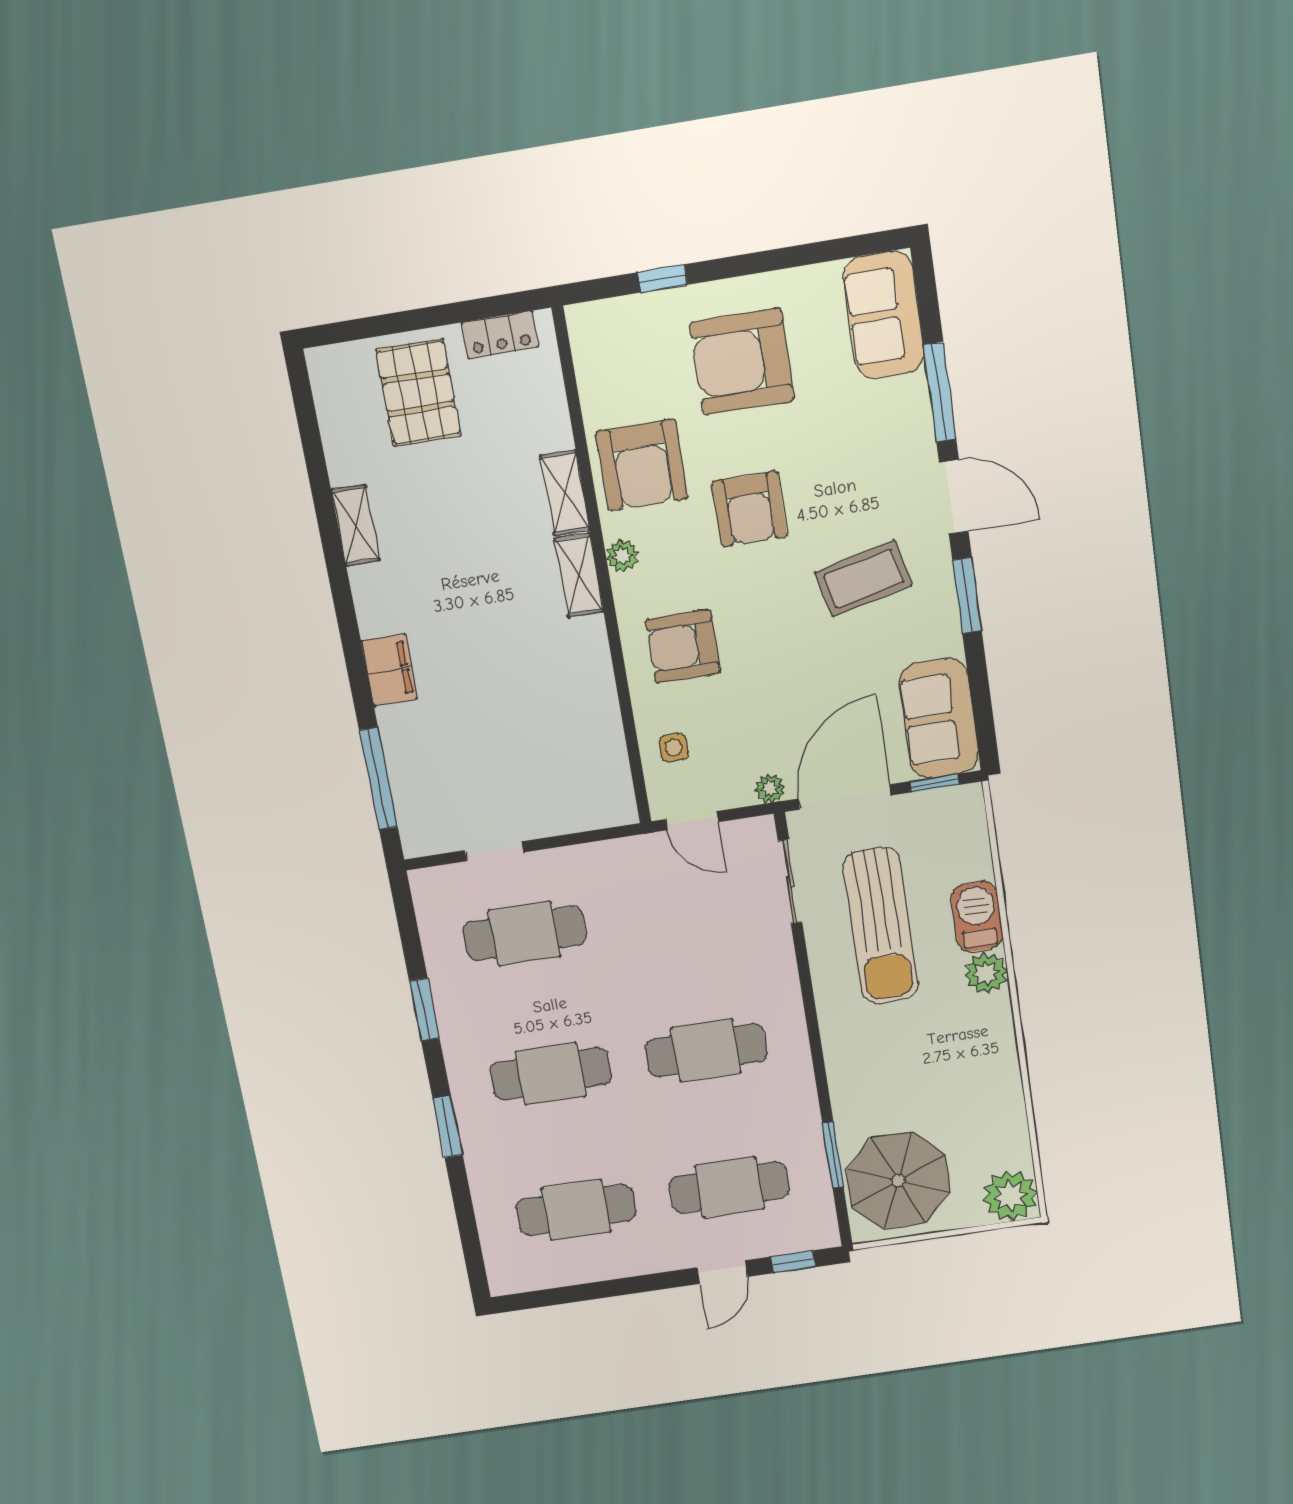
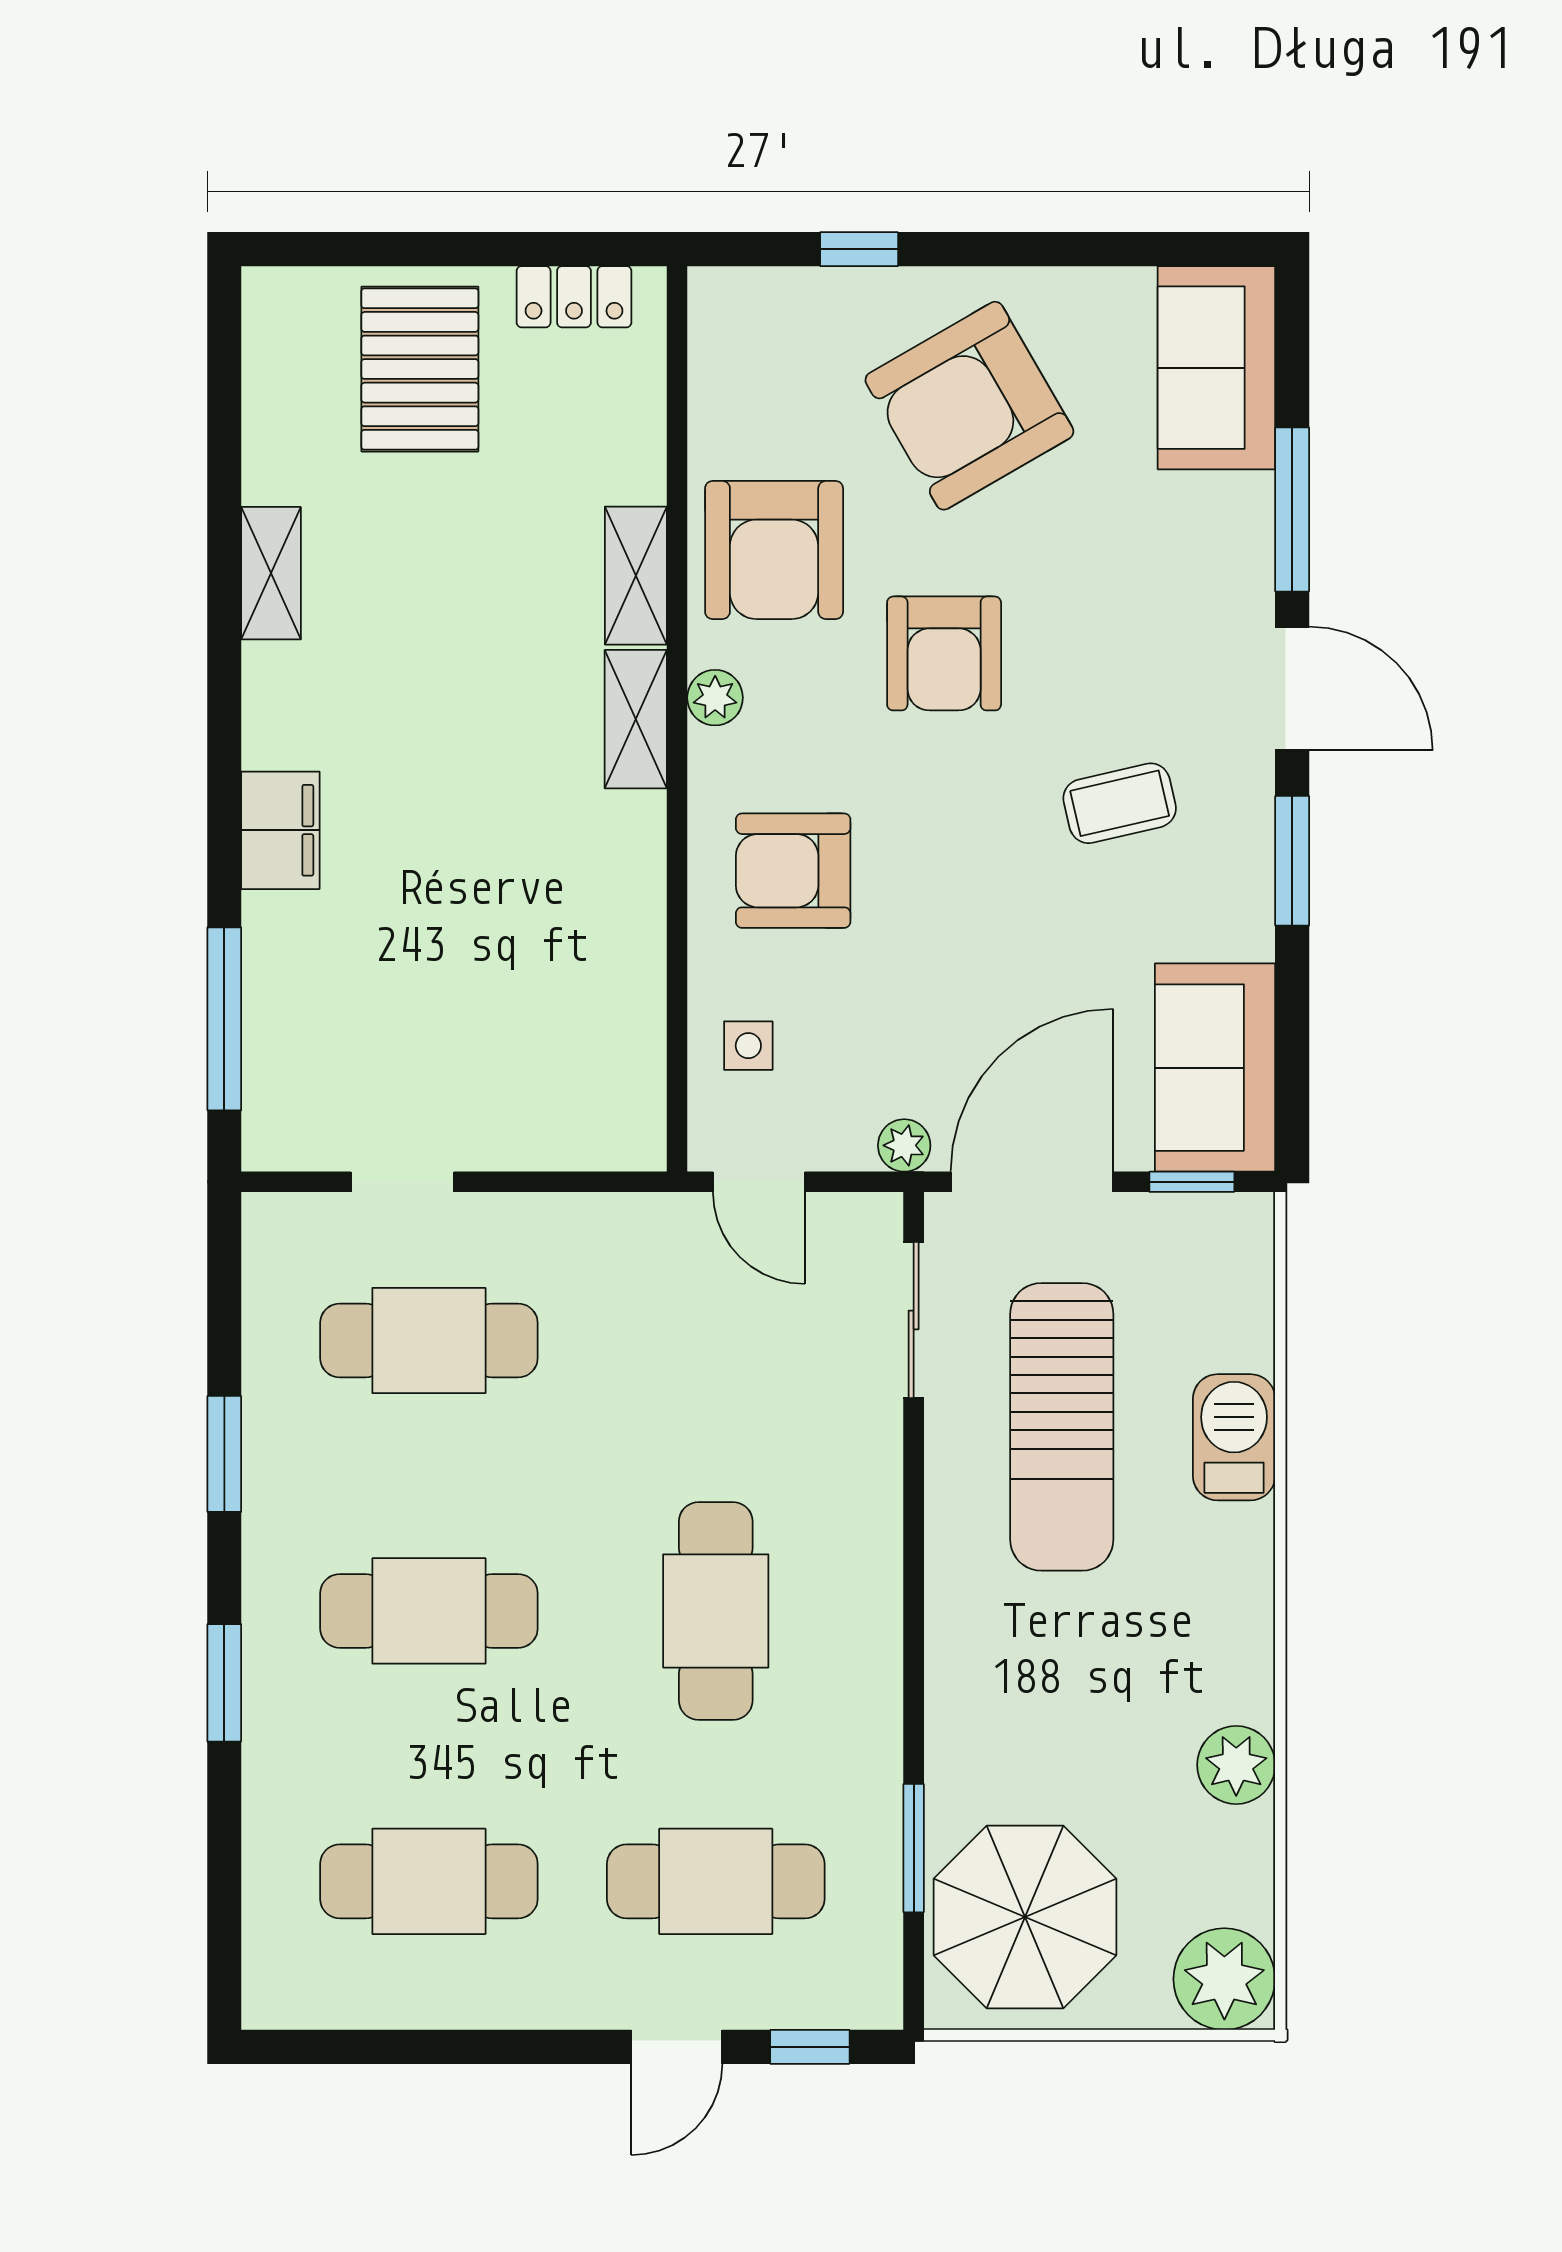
armchair: (742, 362) -> (969, 406), turned -30
coffee table: (863, 579) -> (1120, 803), width x0.73, depth x0.77
plant: (986, 973) -> (1236, 1765), moved
cafe table: (706, 1050) -> (716, 1611), turned 90

